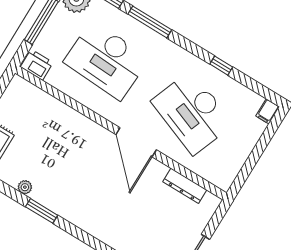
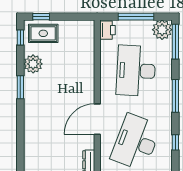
window: (150, 22) -> (175, 96), moved
plant: (25, 187) -> (33, 64), width x1.88, depth x1.88

